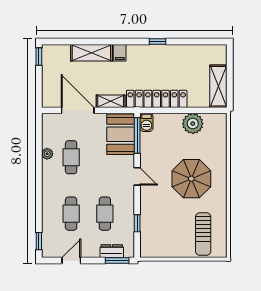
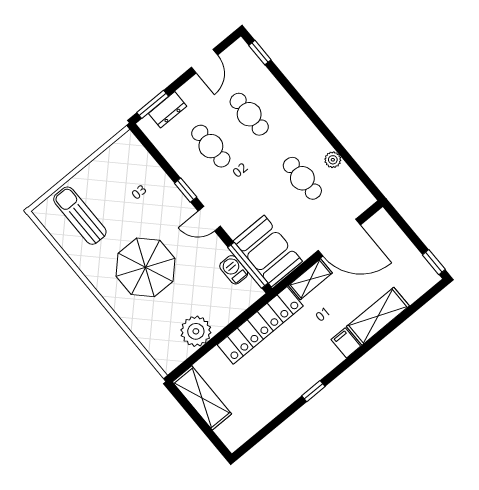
barbecue: (146, 122) -> (234, 270), moved
window: (137, 223) -> (186, 190), moved

